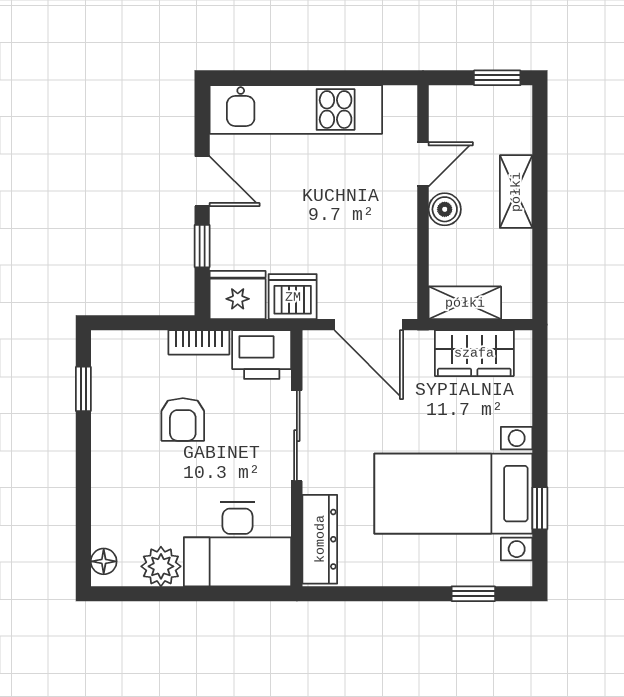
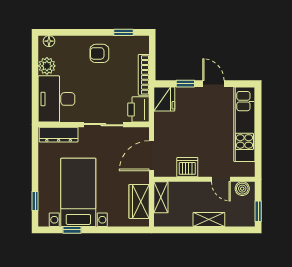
door: (202, 181) -> (213, 84), swing flipped
boiler: (445, 209) -> (242, 189), moved
dishwasher: (293, 297) -> (187, 167), moved, turned -90
bookcase: (199, 342) -> (144, 75), width x1.56
armchair: (183, 419) -> (99, 53), moved

